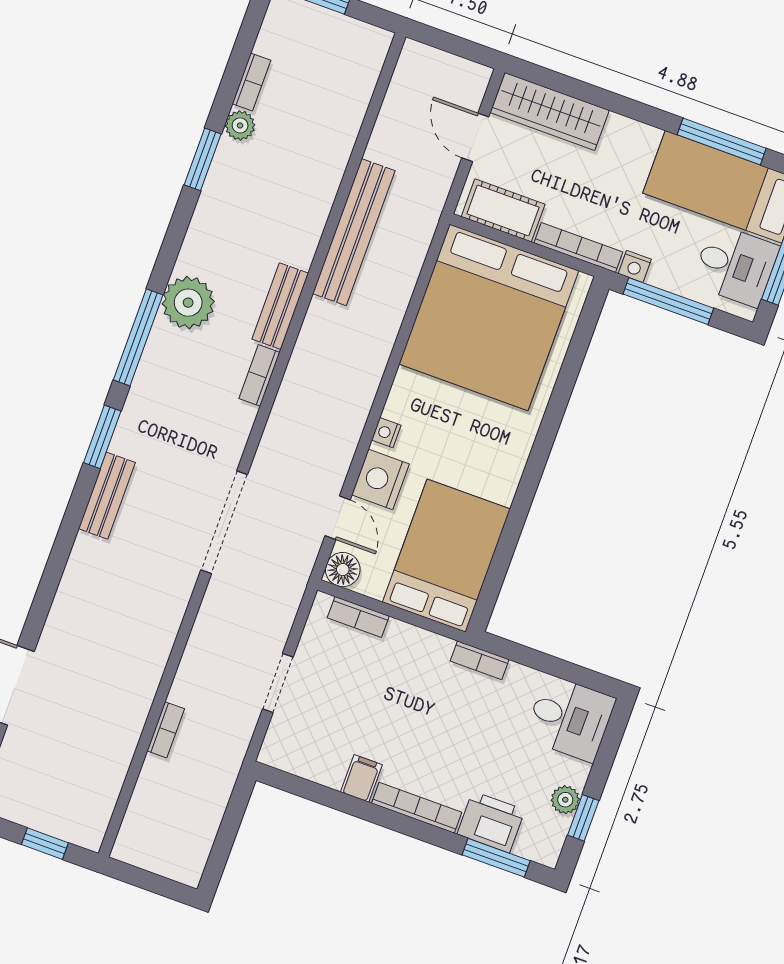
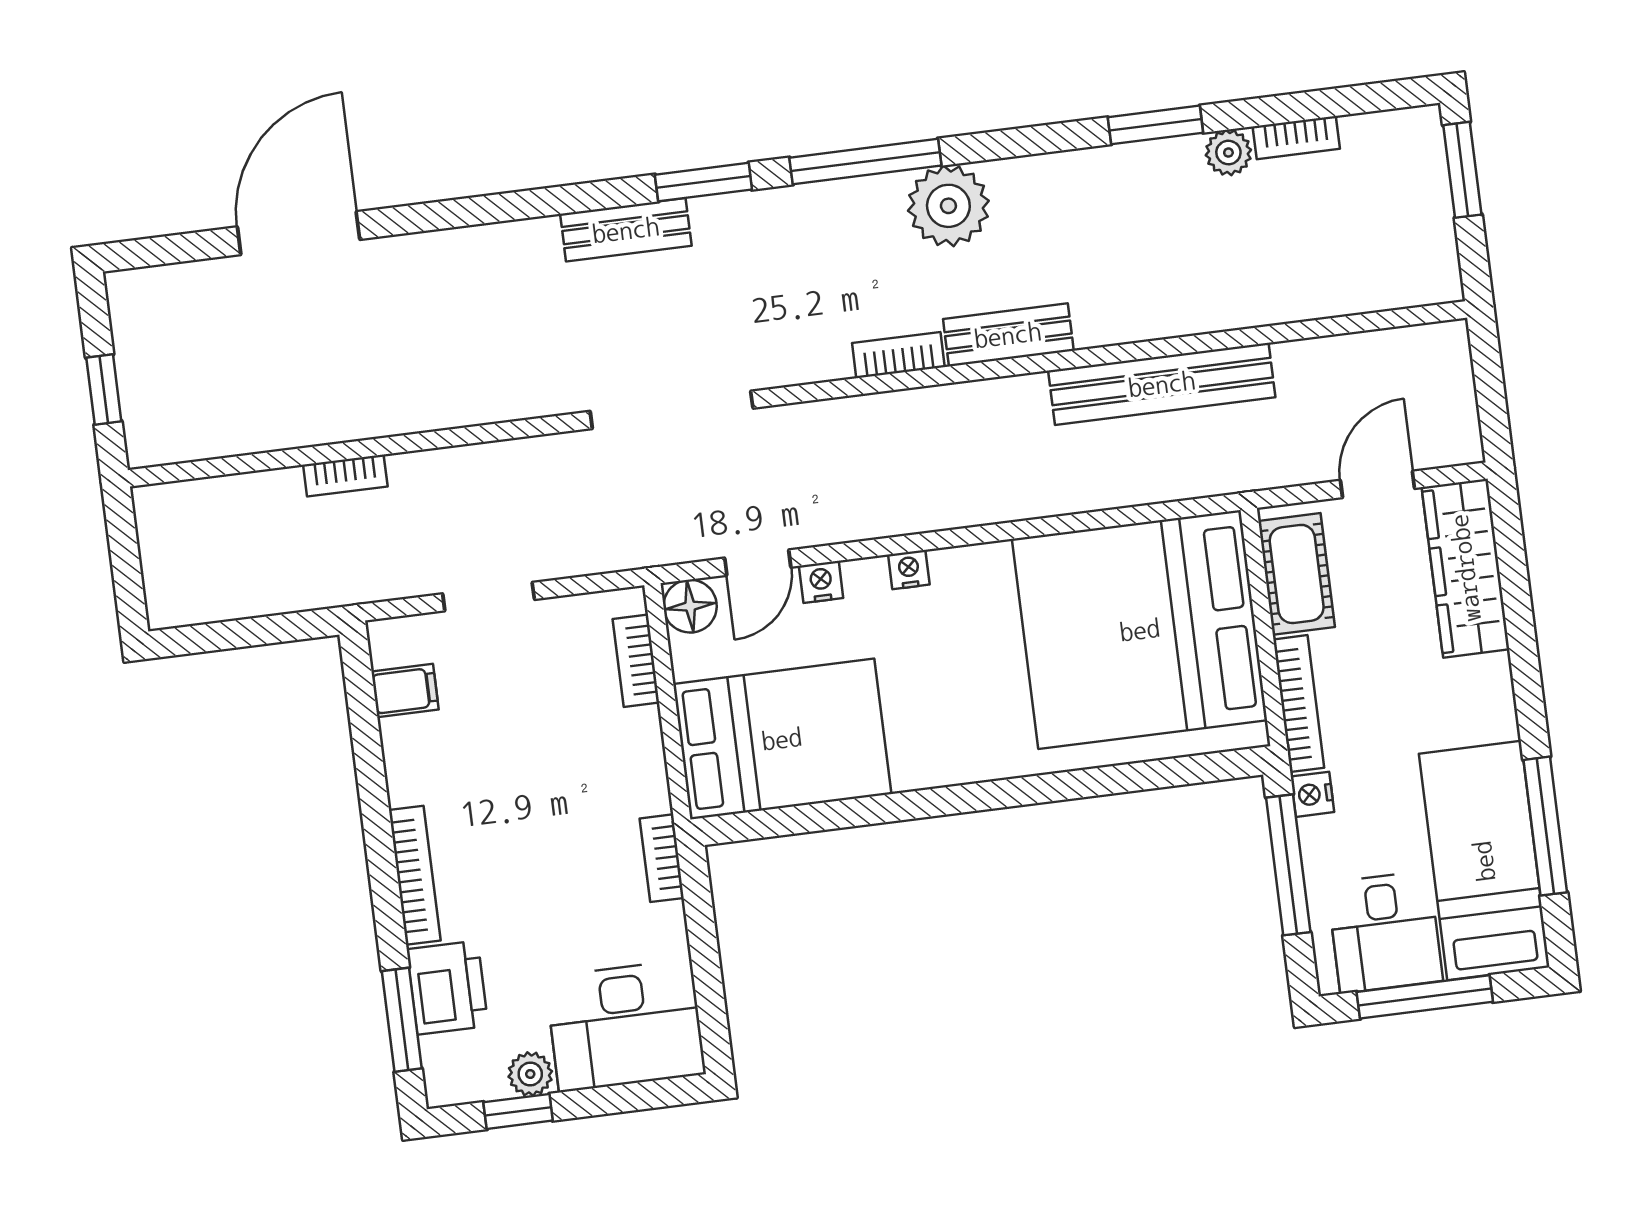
nightstand: (380, 479) -> (821, 582), width x0.53, depth x0.56
desk: (570, 718) -> (625, 1026), width x1.37
filing cabinet: (361, 778) -> (405, 691), moved

